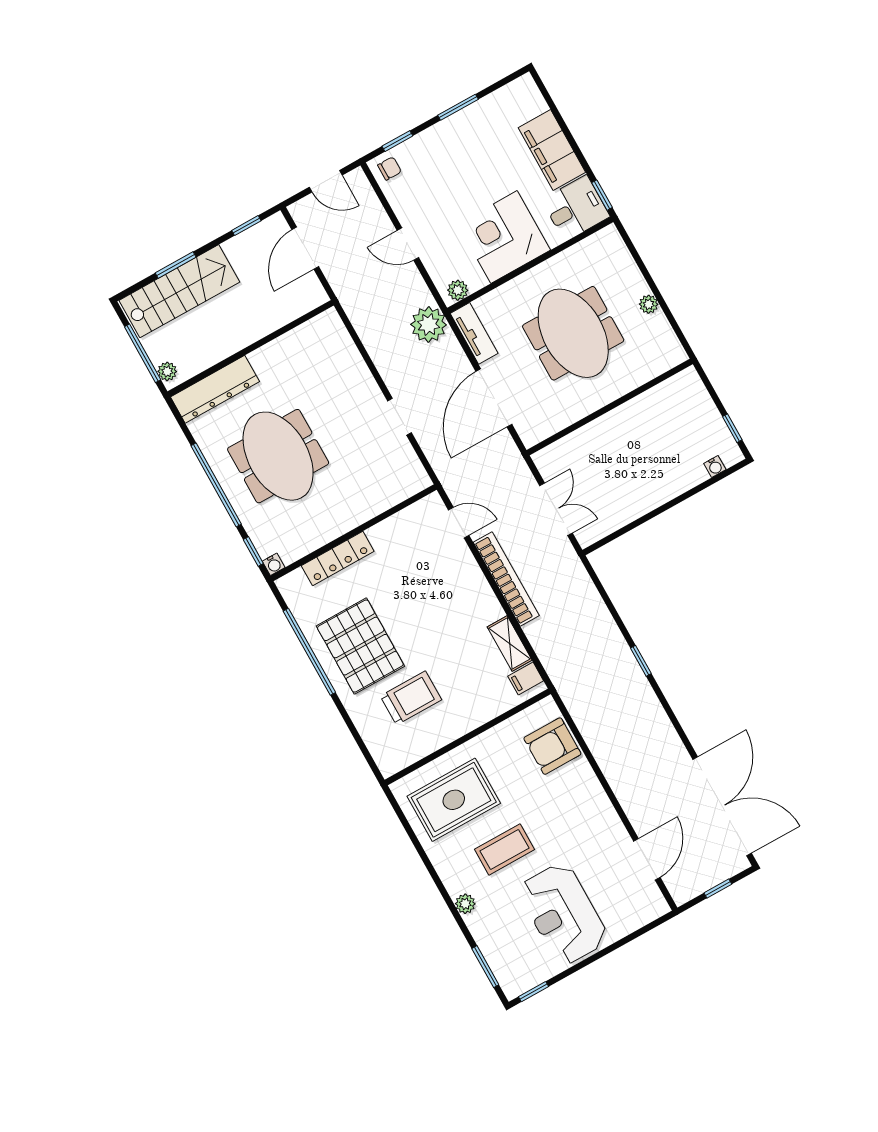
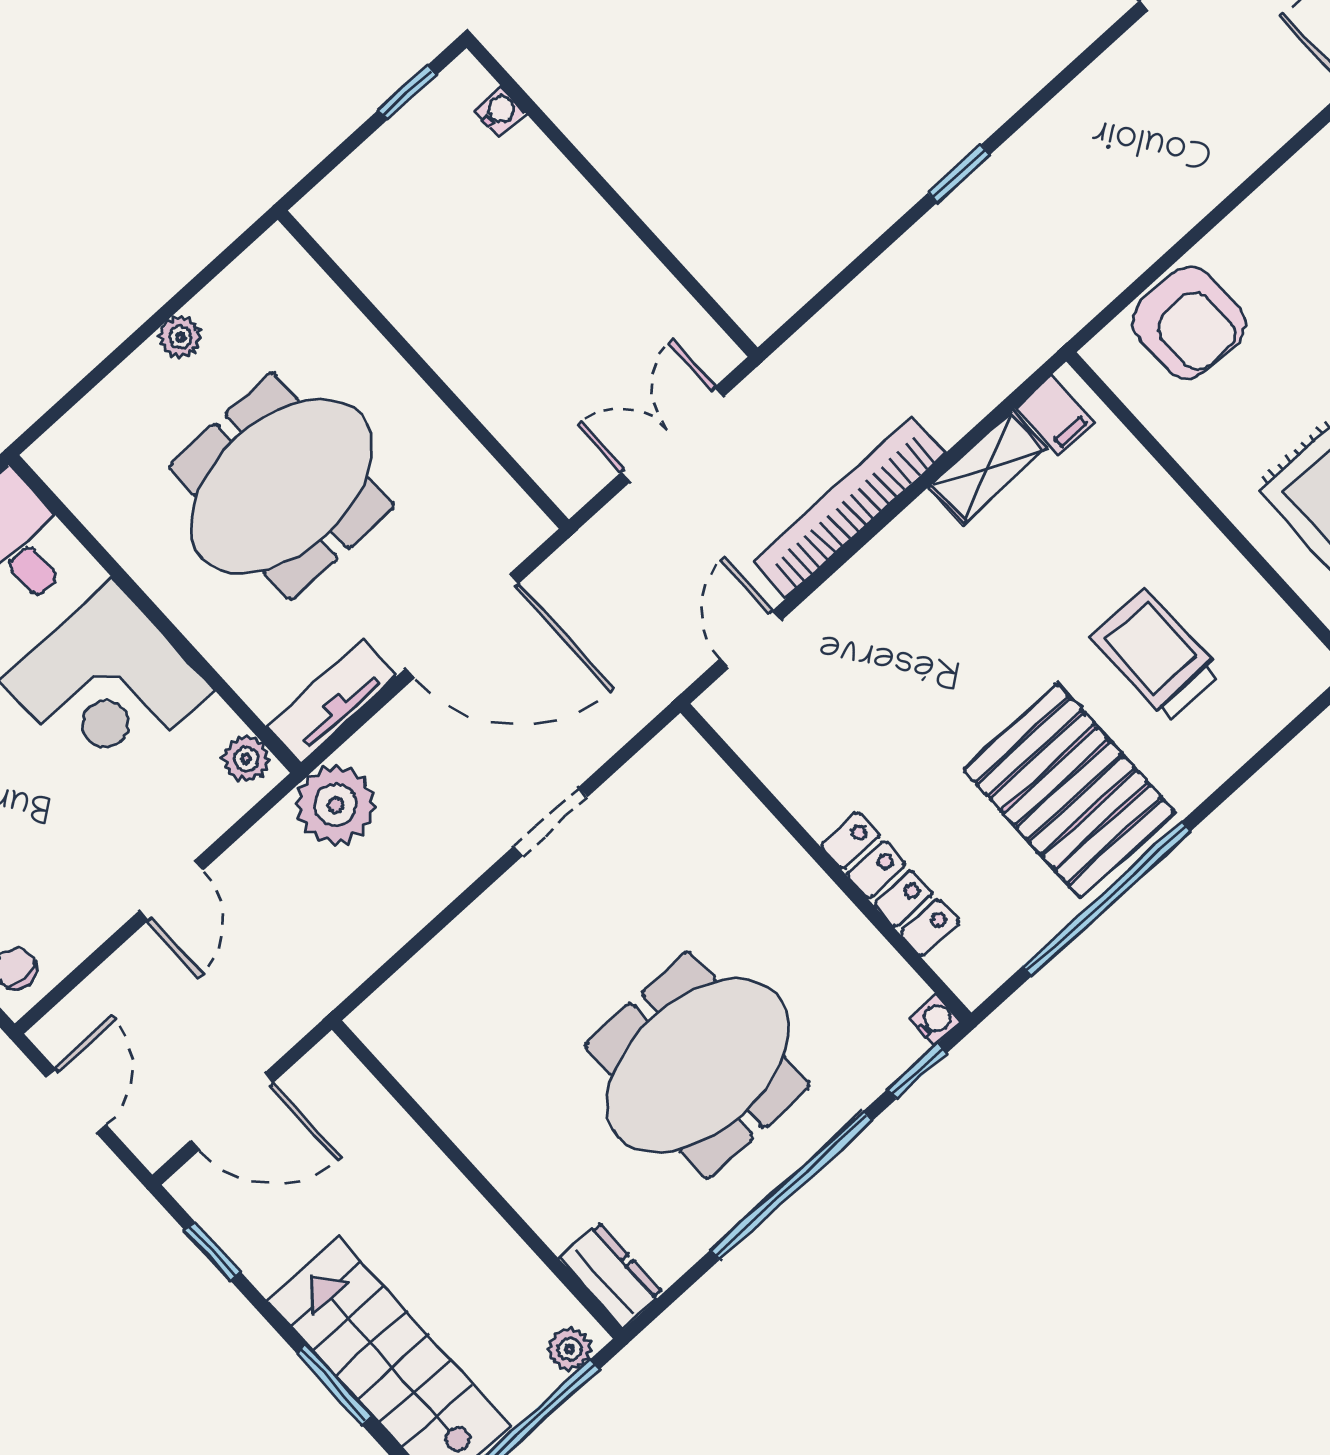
dresser: (215, 389) -> (611, 1275), width x0.51, depth x0.80
pallet: (360, 646) -> (1069, 791), turned 90

